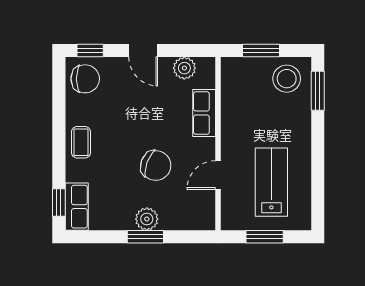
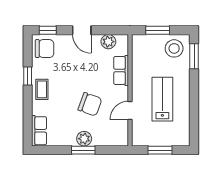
lab bench: (271, 182) -> (162, 99), moved
window: (59, 202) -> (28, 76), moved

